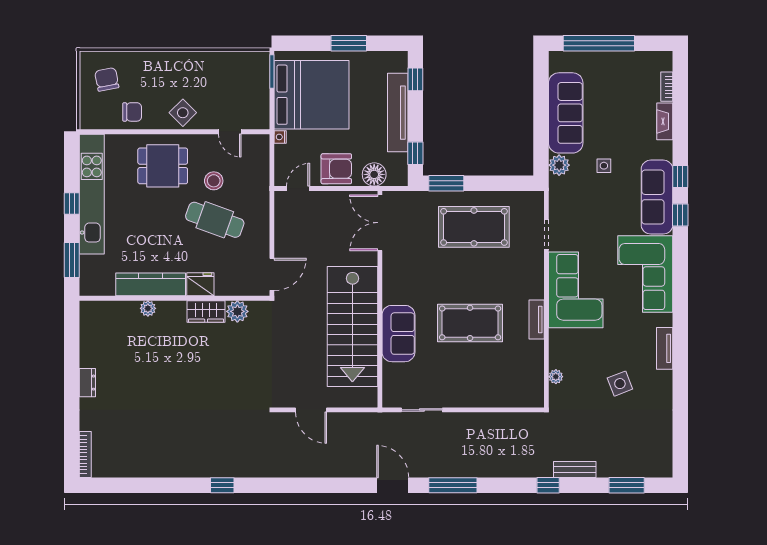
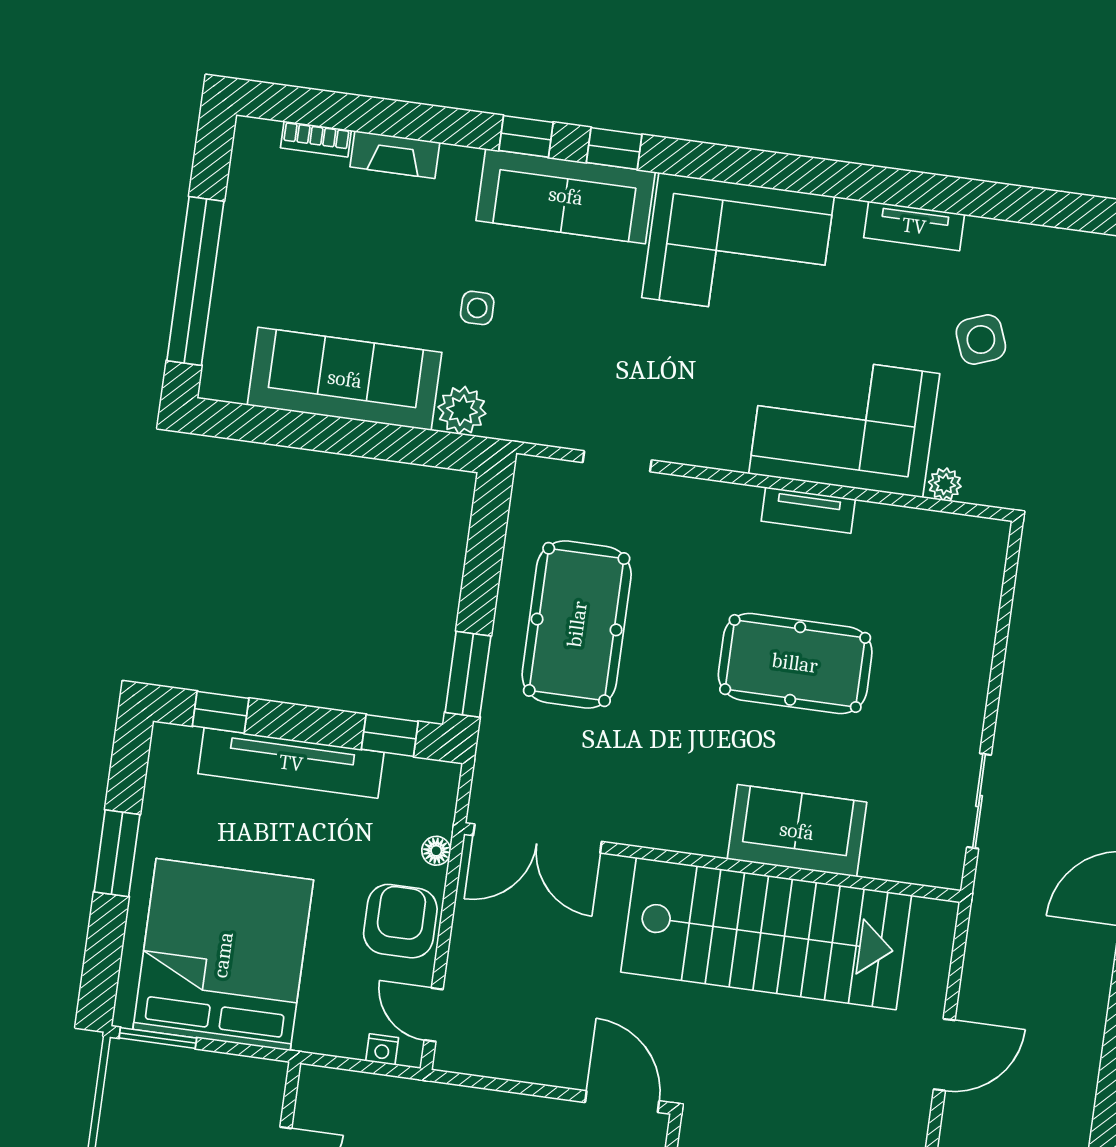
nightstand: (280, 137) -> (382, 1049), moved
floor lamp: (374, 174) -> (436, 851), width x0.53, depth x0.53
corner sofa: (576, 290) -> (844, 424), moved
pool table: (470, 323) -> (795, 663), turned 90

